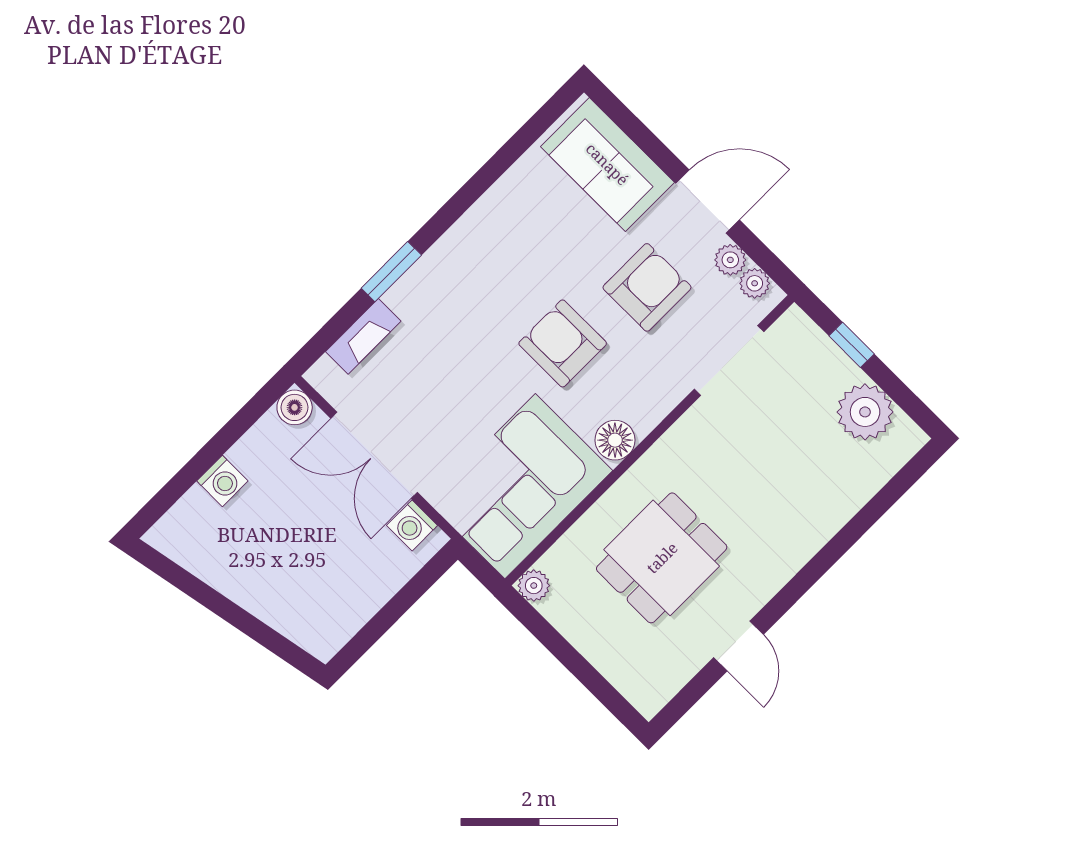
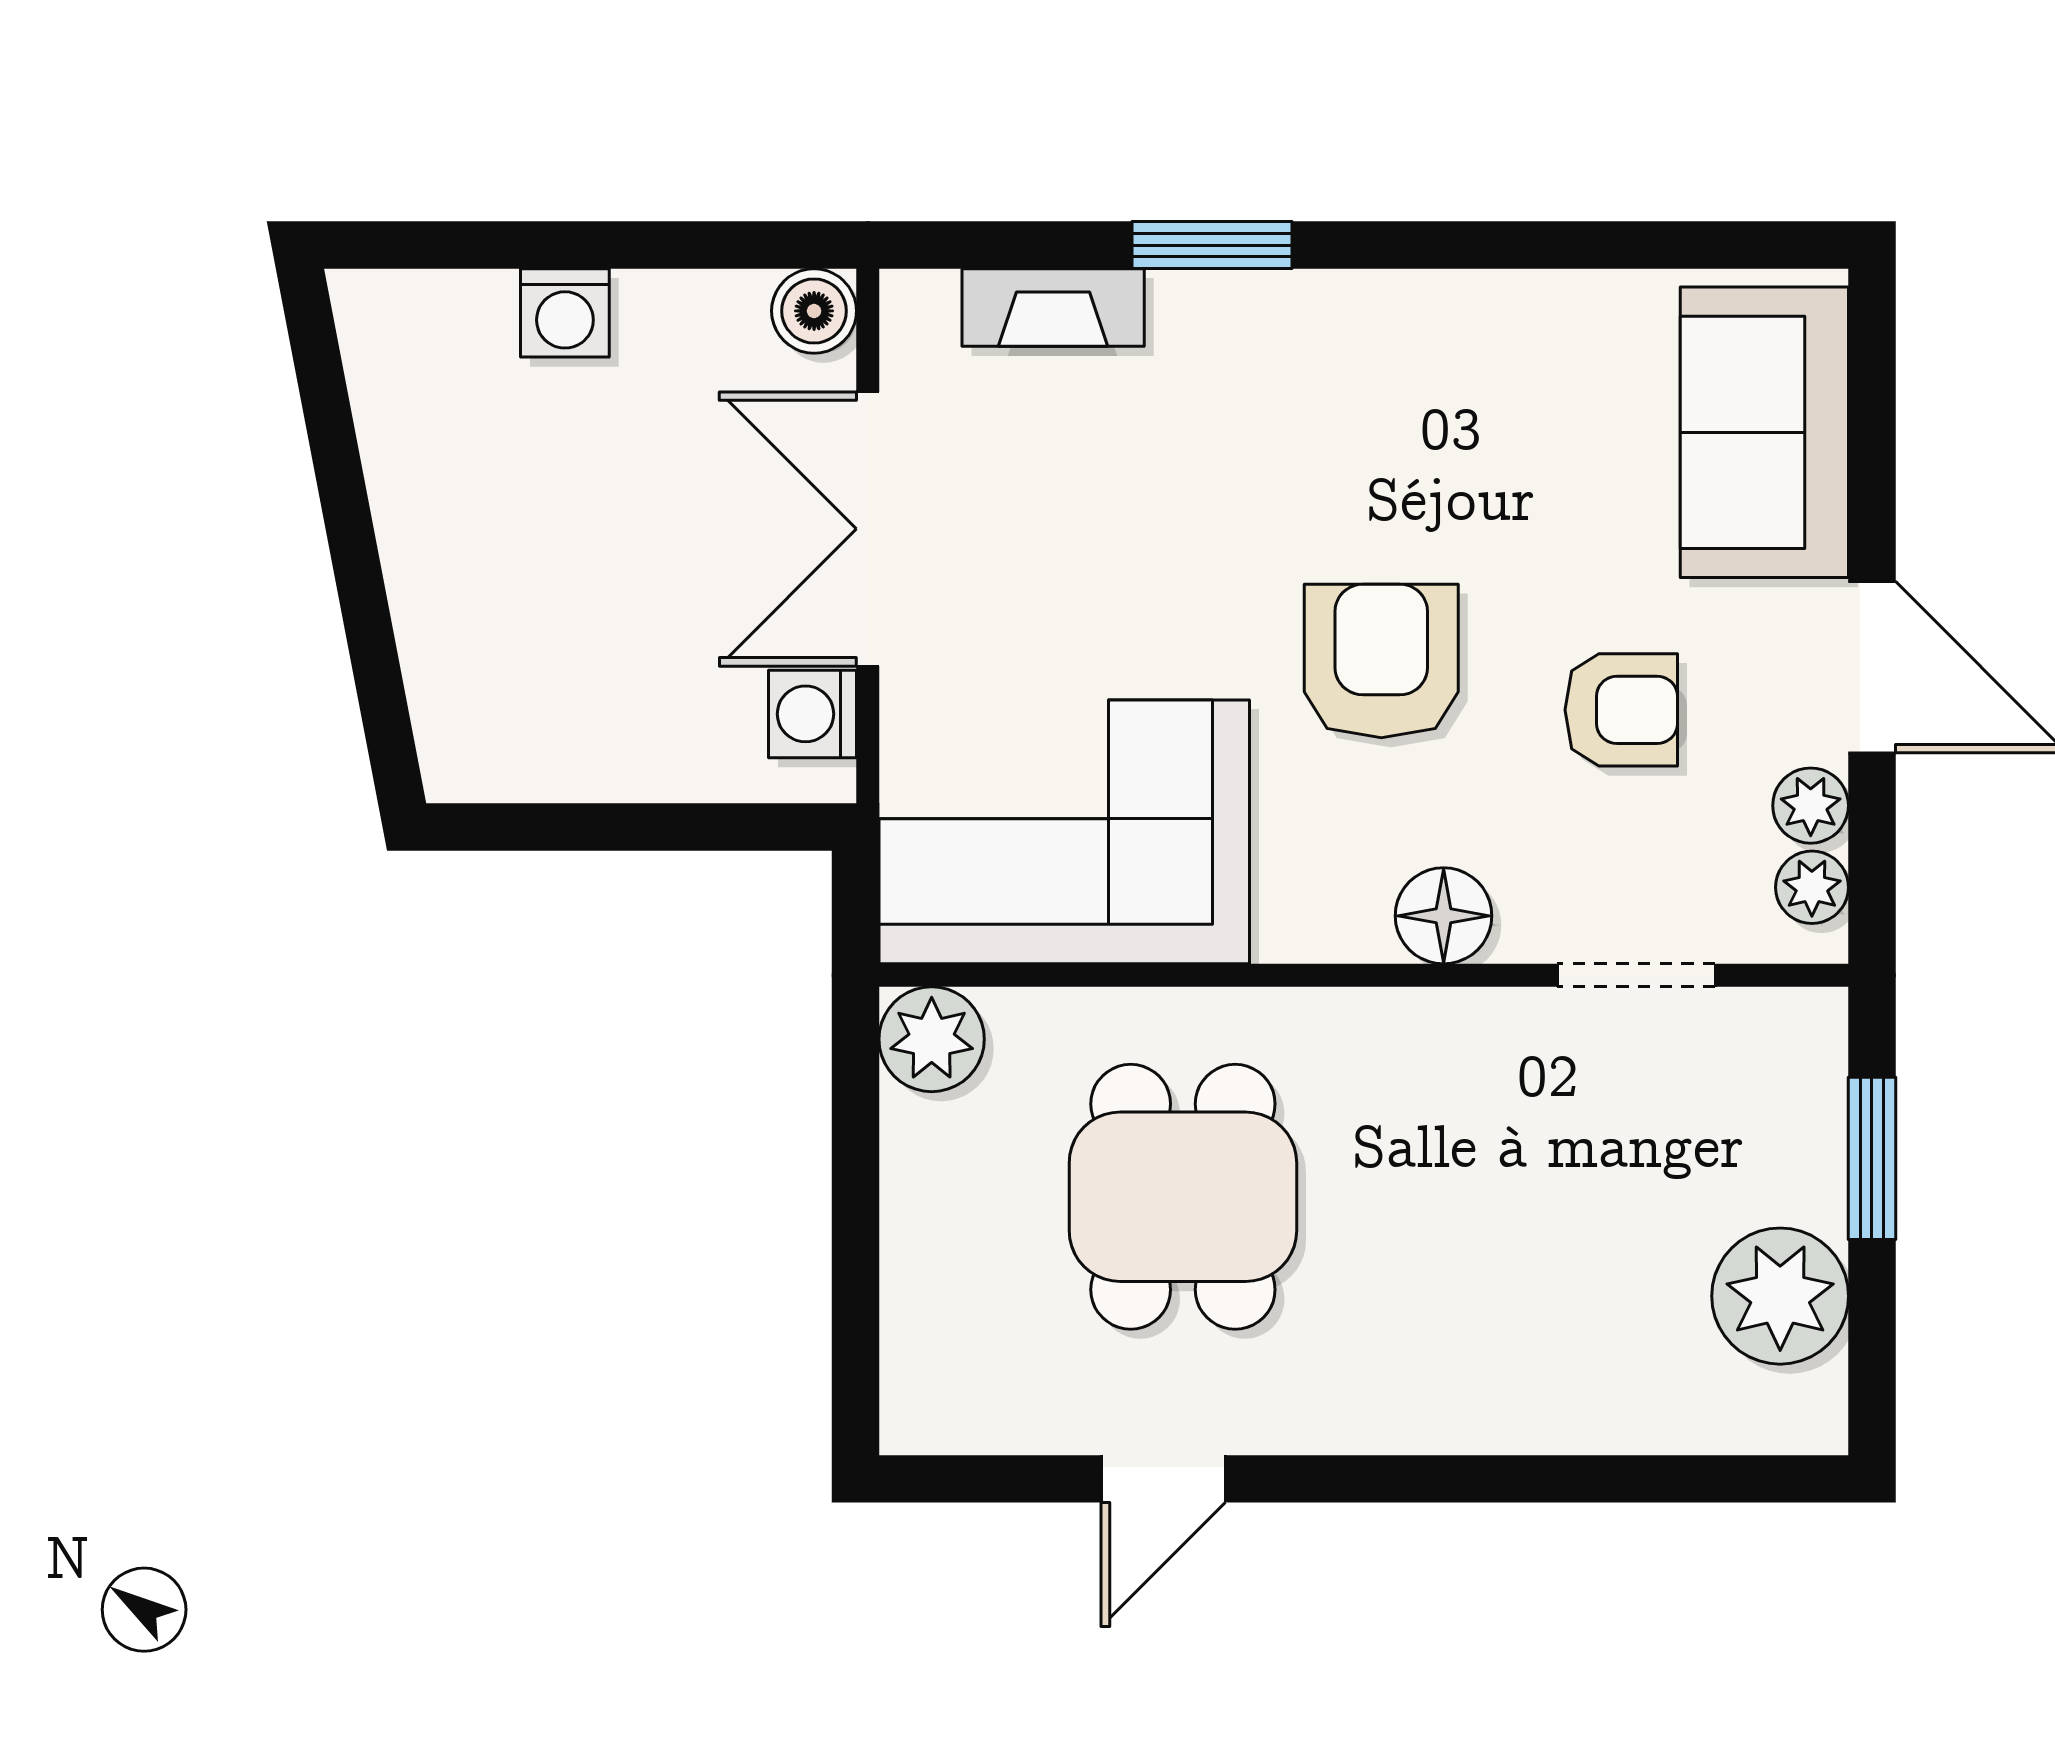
armchair: (647, 287) -> (1621, 710), width x0.72, depth x0.72
window: (852, 345) -> (1872, 1158), width x1.50
doorway: (729, 360) -> (1636, 975), width x0.73
floor lamp: (615, 440) -> (1444, 916), moved
dining table: (662, 558) -> (1183, 1197), turned 90
plant: (534, 586) -> (932, 1039), width x1.38, depth x1.38

